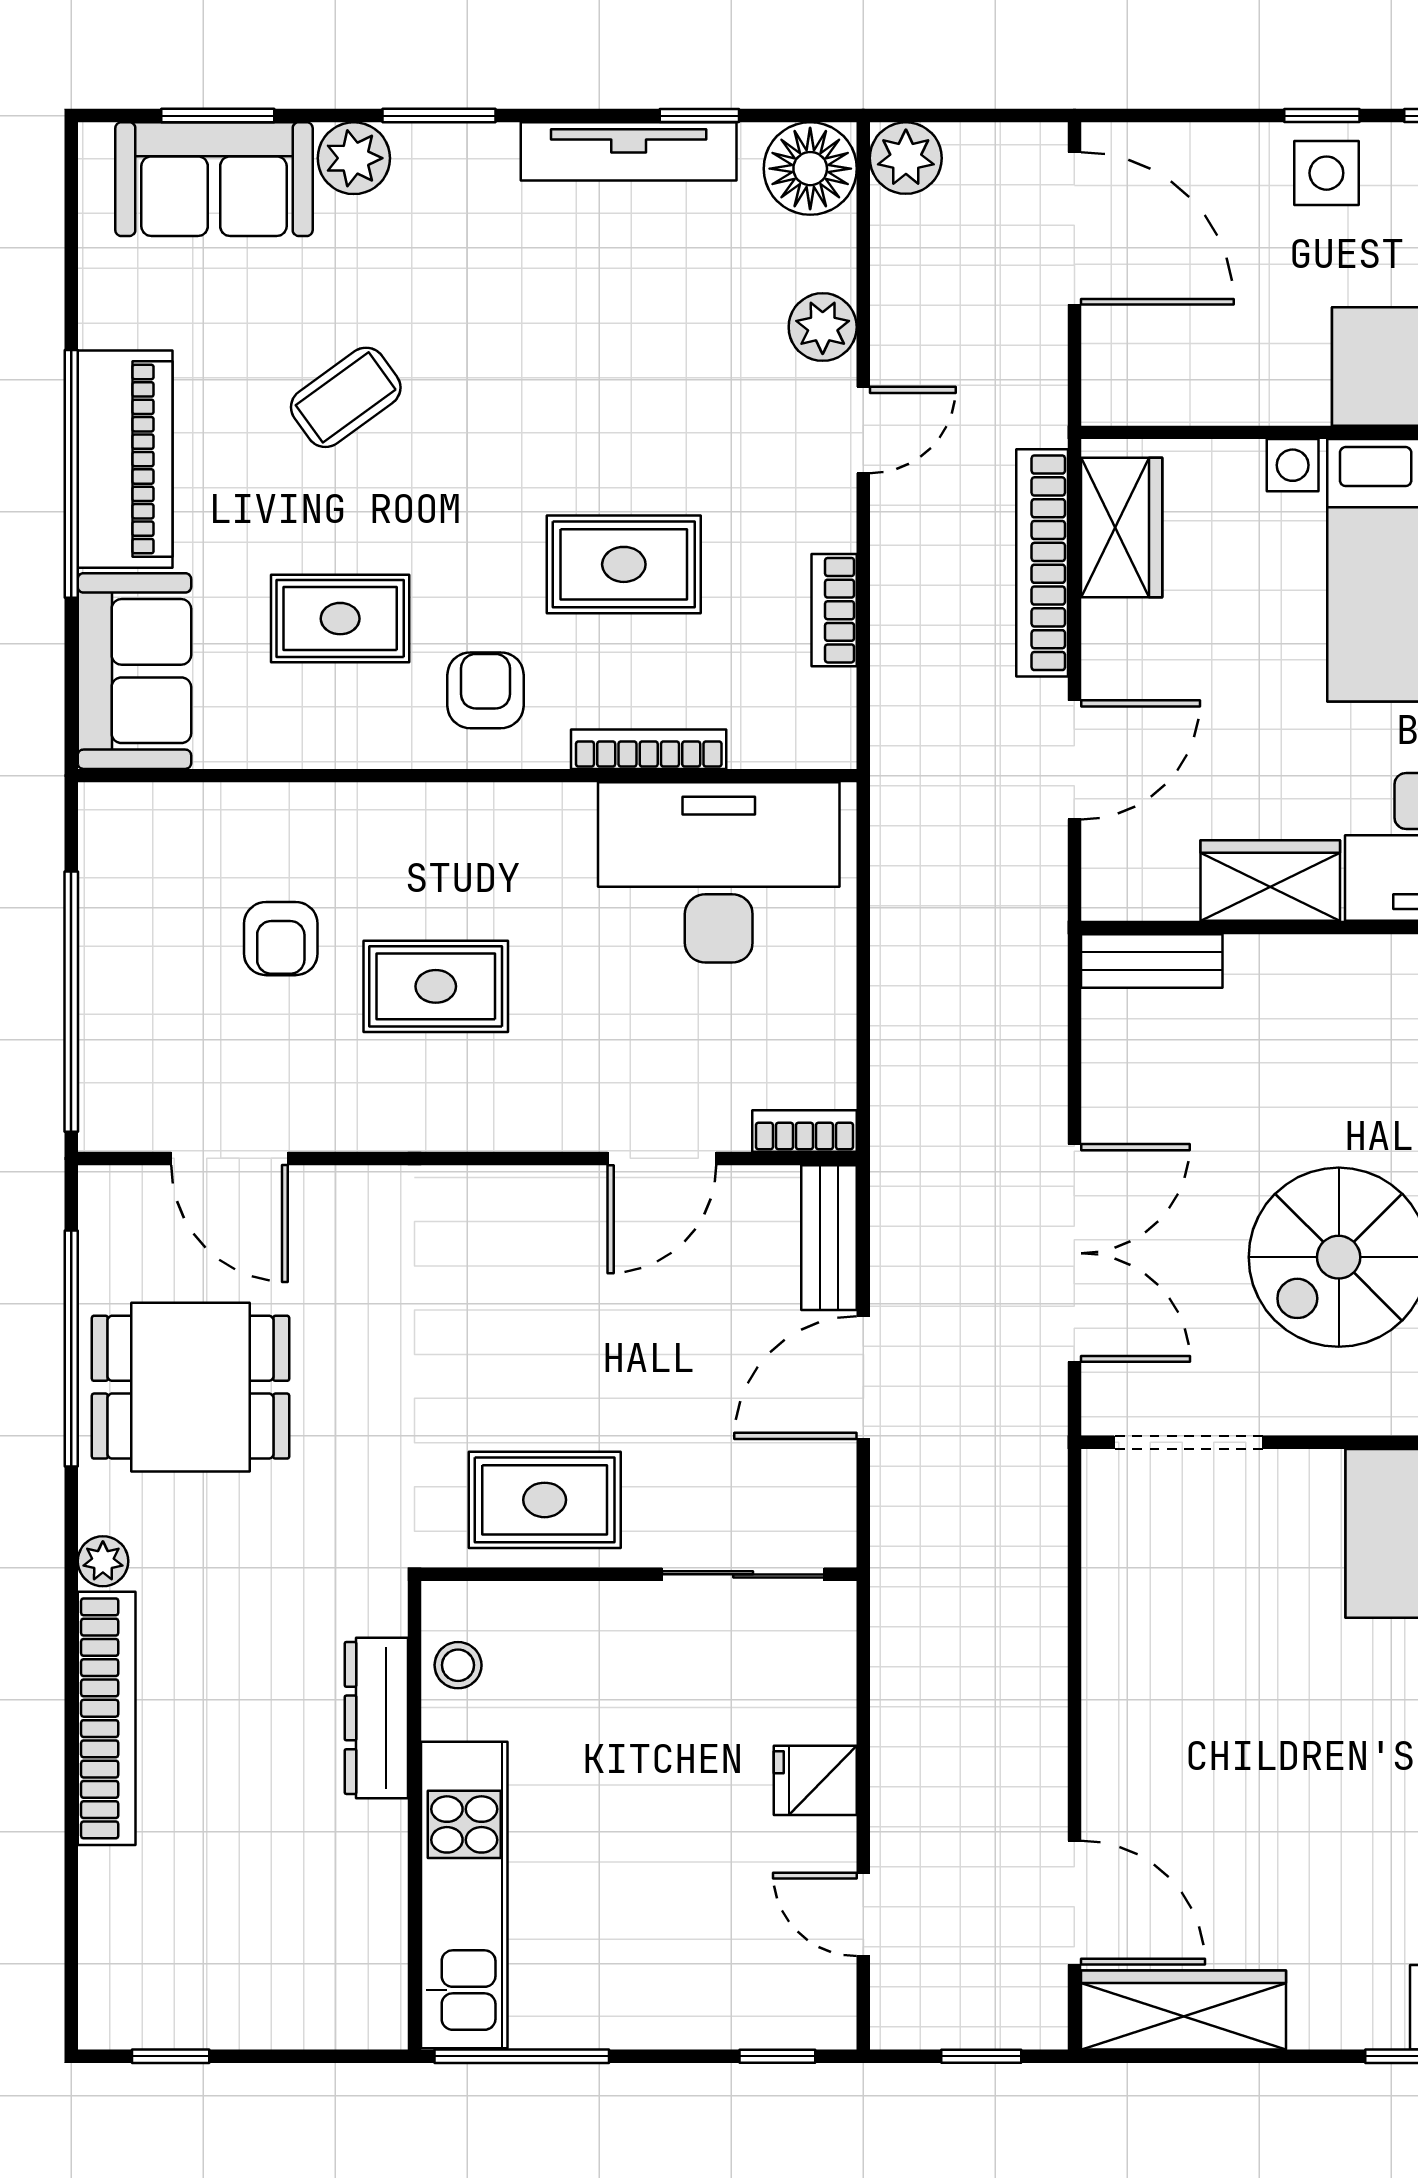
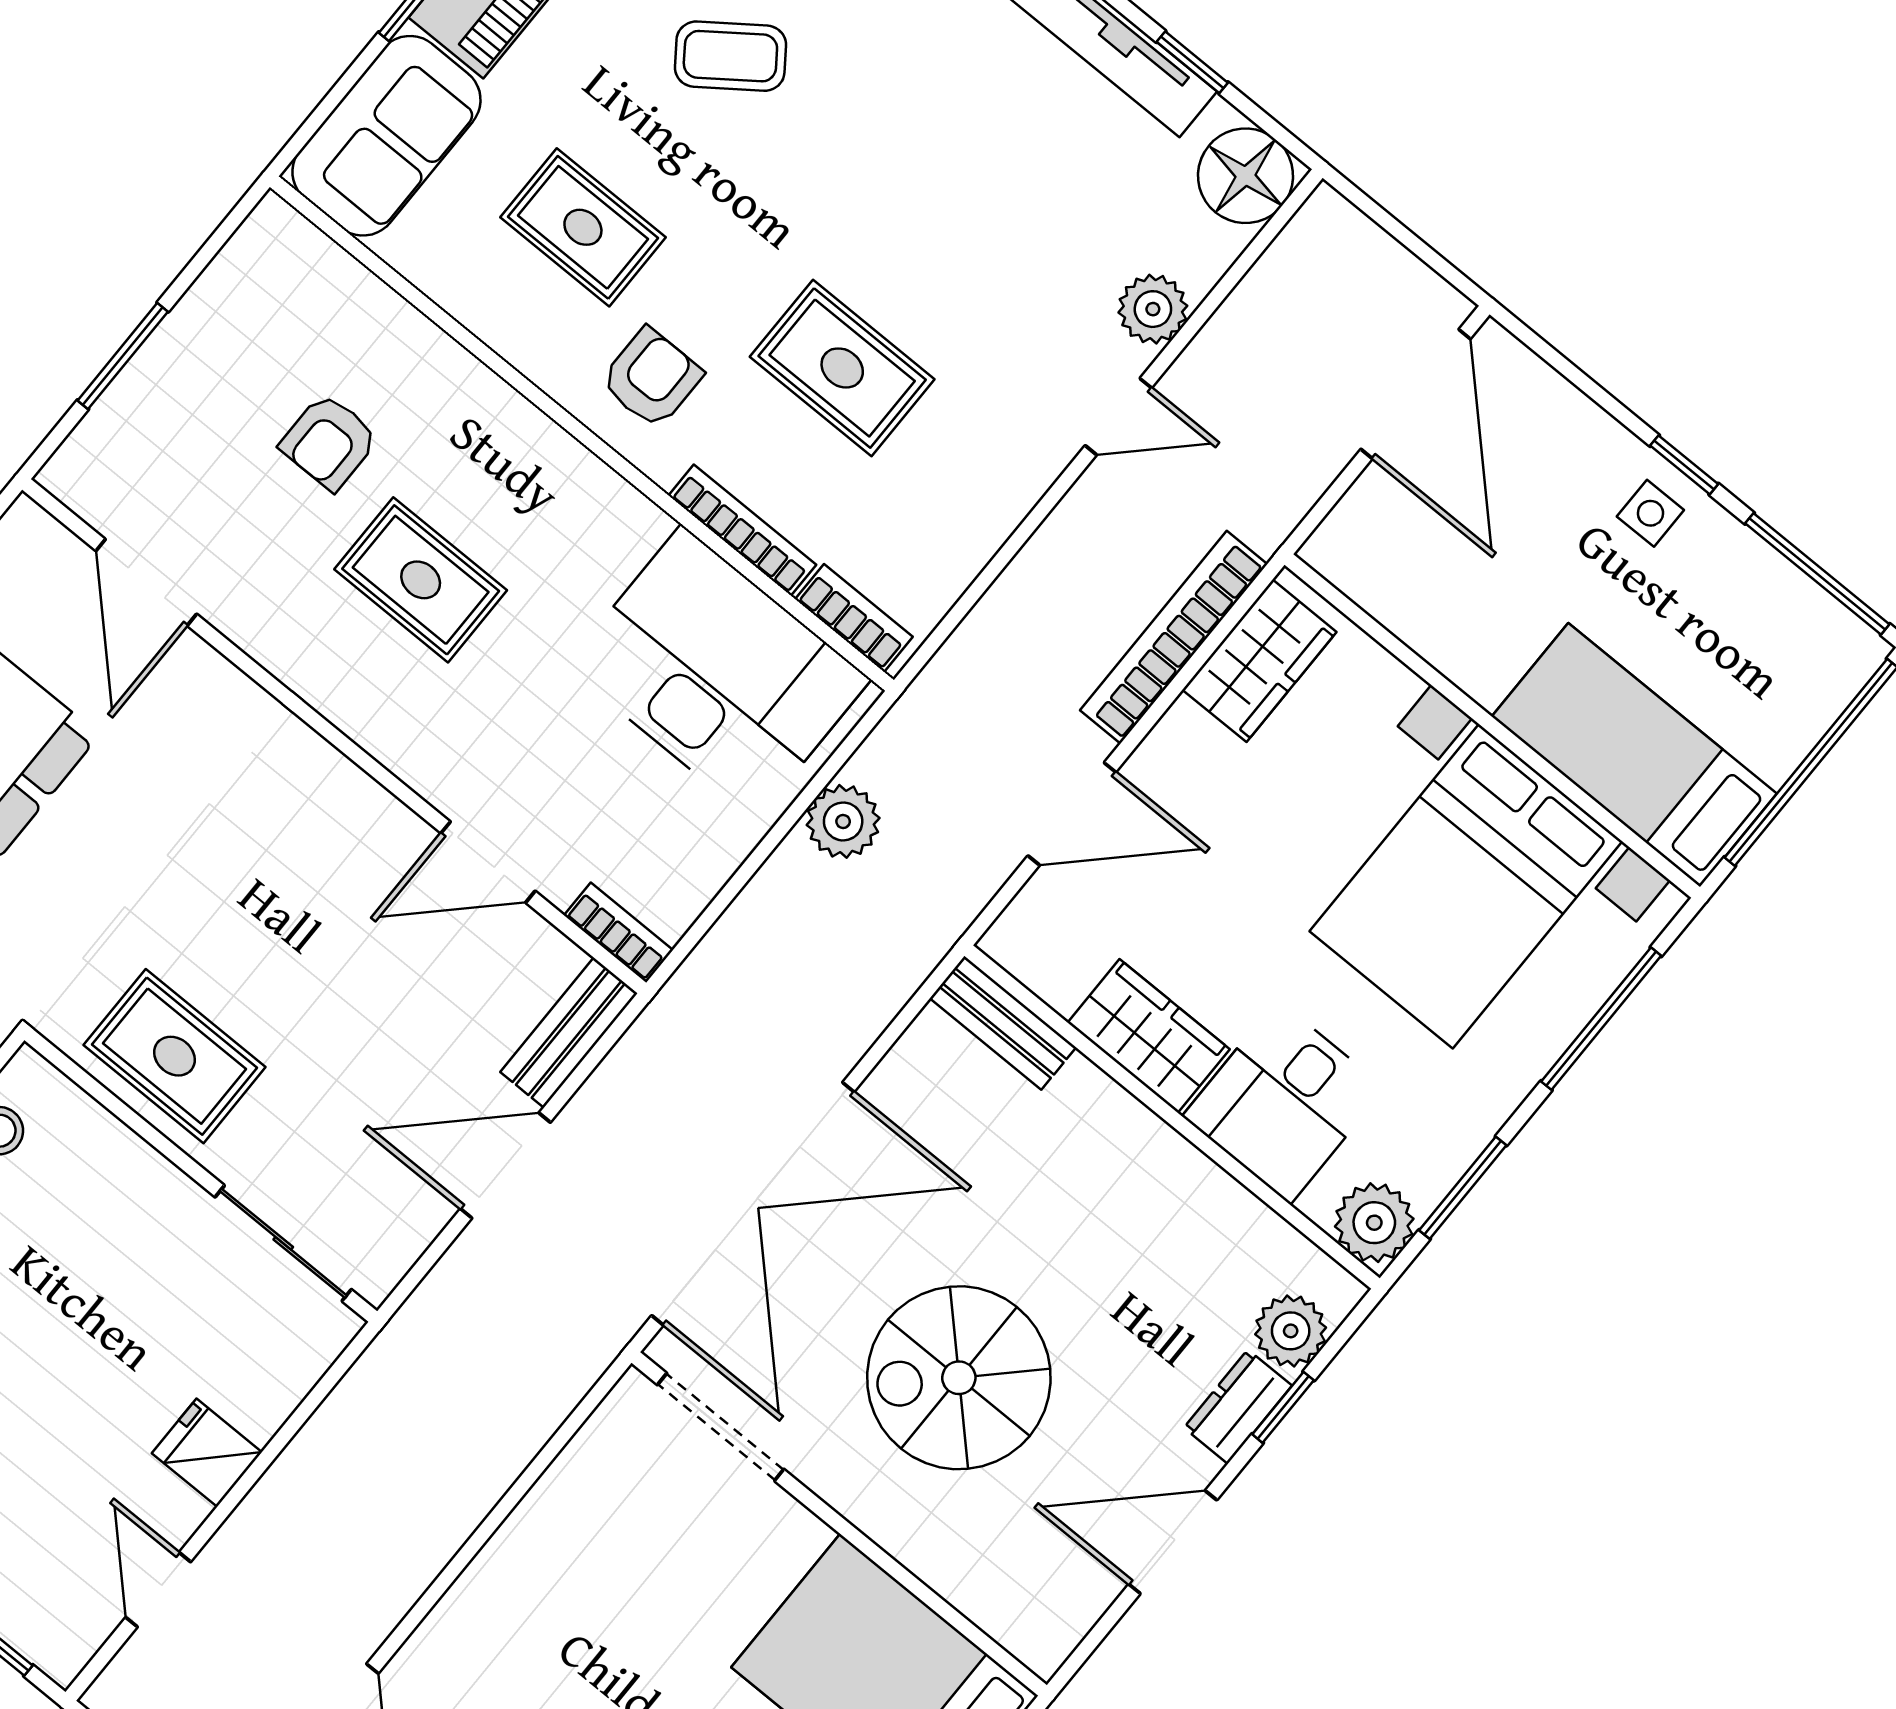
plant: (906, 158) -> (843, 821), moved
side table: (1326, 173) -> (1650, 513), width x0.73, depth x0.73
bookcase: (834, 610) -> (854, 618), moved, turned 90
window: (71, 1002) -> (123, 356), width x0.47
double door: (1074, 1253) -> (753, 1204), width x1.36

